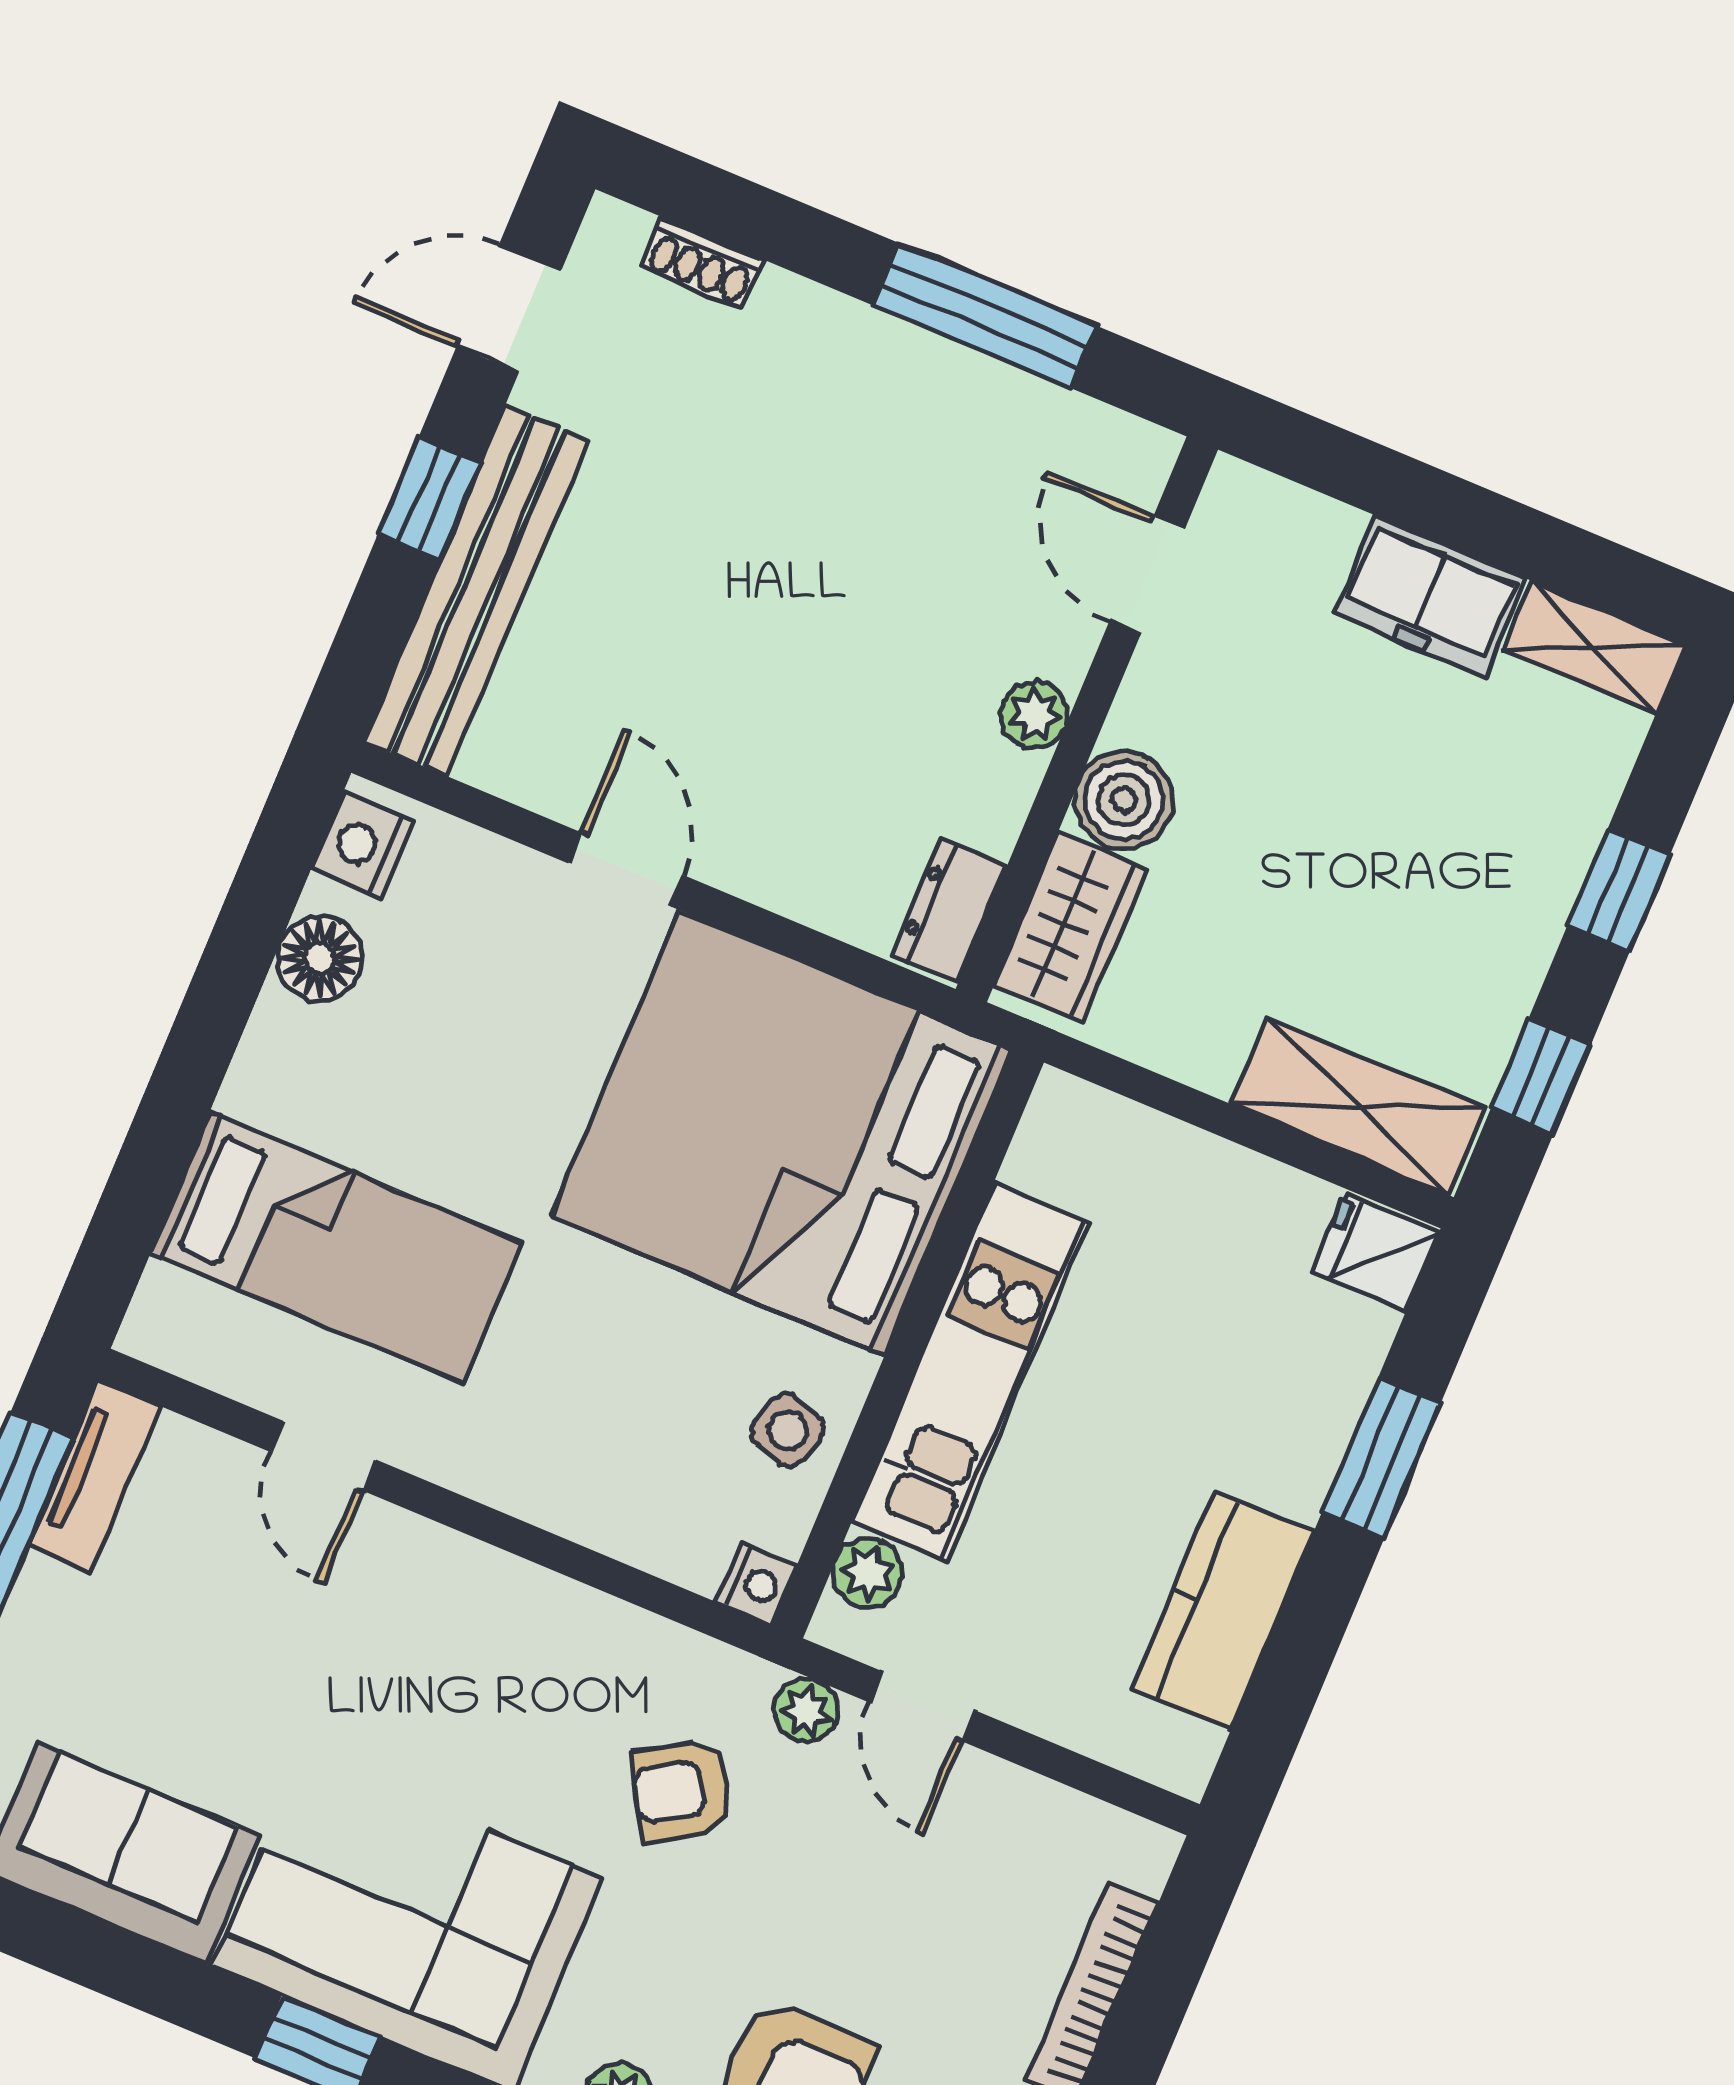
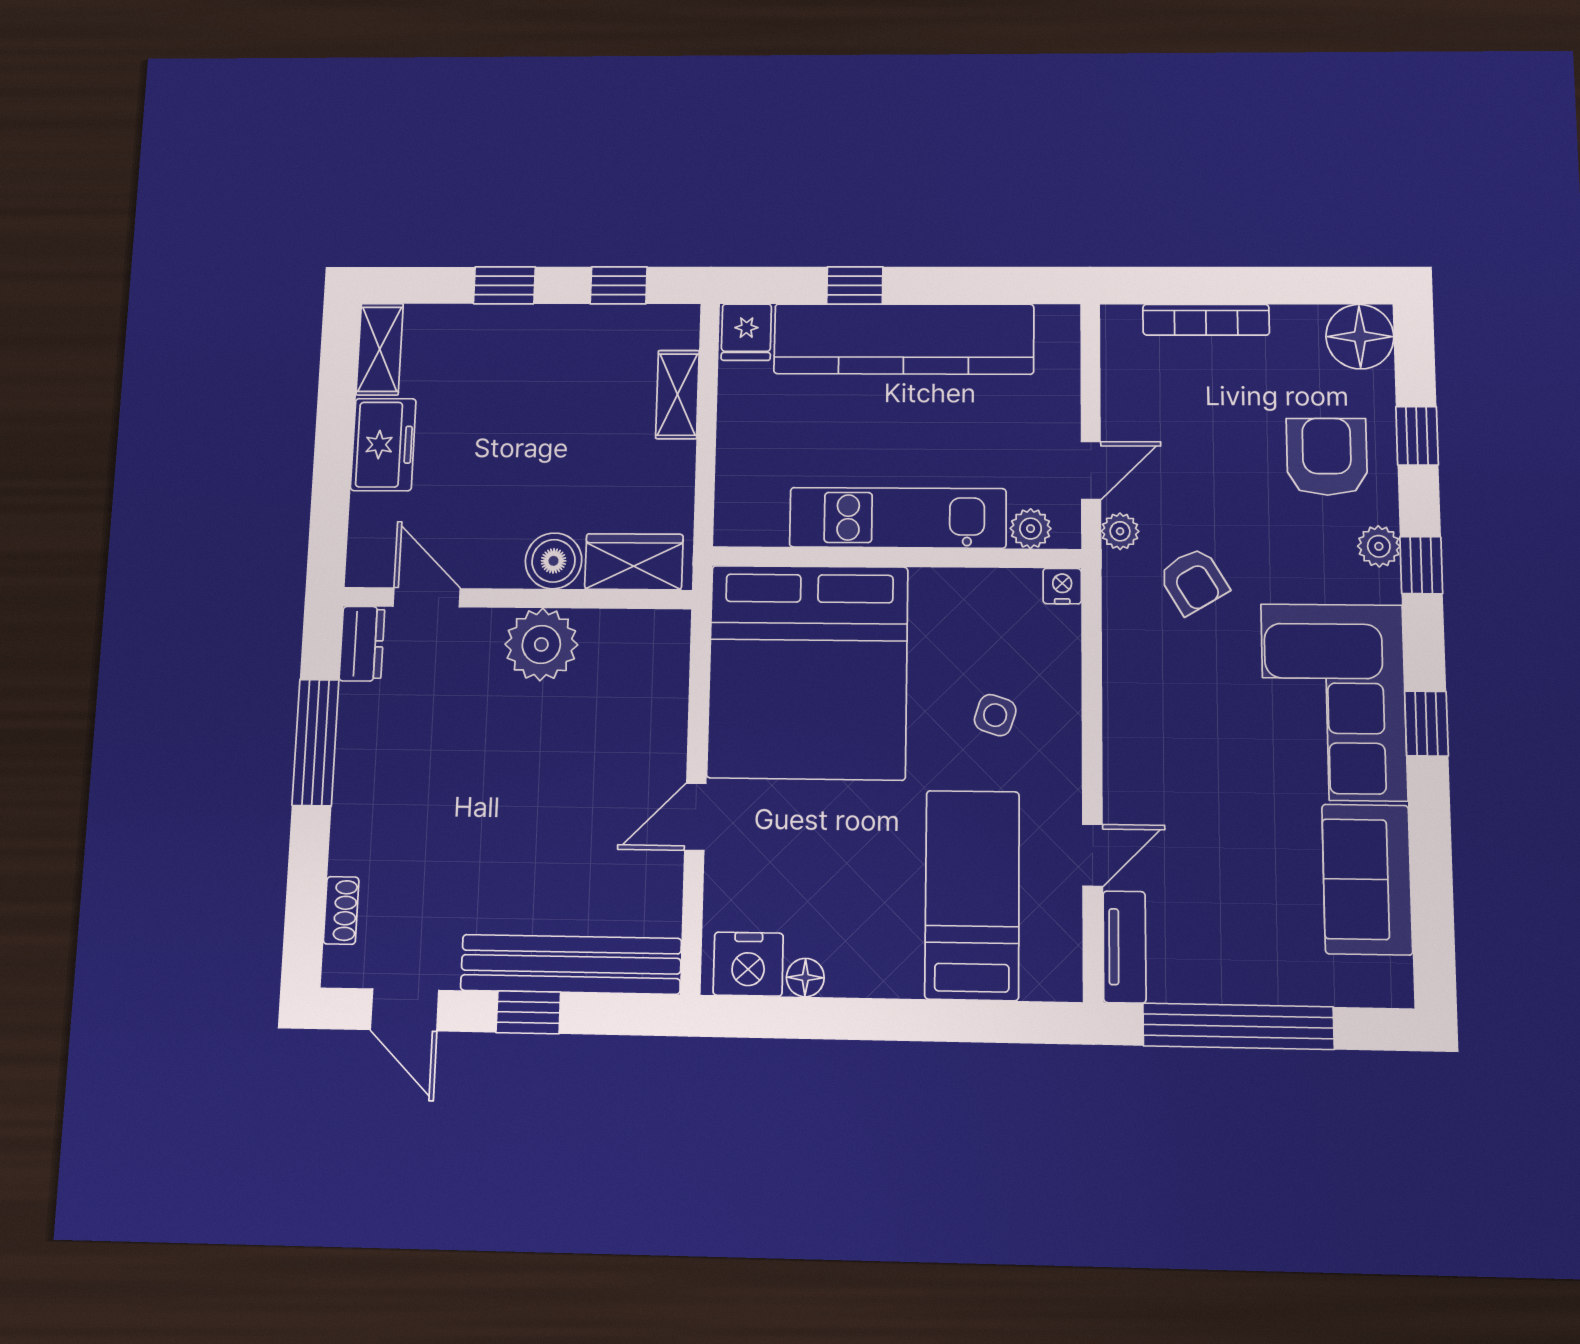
door: (1147, 575) -> (427, 597), swing flipped
plant: (1034, 715) -> (541, 644), width x1.87, depth x1.87
nightstand: (363, 845) -> (748, 964), width x1.36, depth x1.33
dresser: (949, 911) -> (362, 644), moved, turned -90
floor lamp: (320, 958) -> (805, 978), width x0.73, depth x0.73
shelving: (1358, 1106) -> (677, 395), width x0.67, depth x0.75
side table: (788, 1430) -> (995, 715), moved
window: (1381, 1458) -> (855, 285), width x0.67
tv unit: (94, 1476) -> (1124, 947), moved, turned 90
kitchen counter: (1223, 1611) -> (904, 339), width x2.08, depth x1.17

